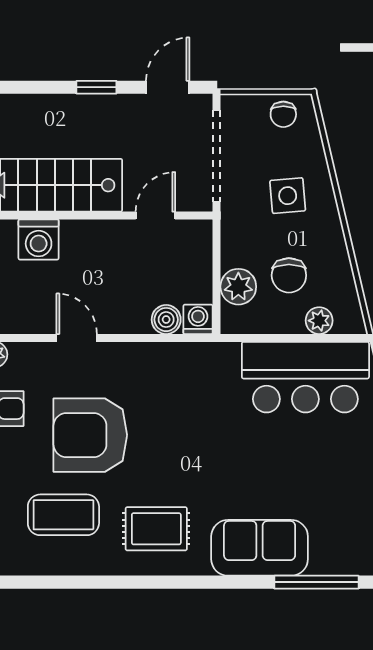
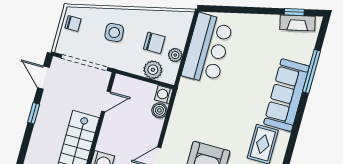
door: (155, 215) -> (106, 101), swing flipped
plant: (319, 321) -> (175, 55), moved
sofa: (260, 548) -> (286, 95), width x1.36

